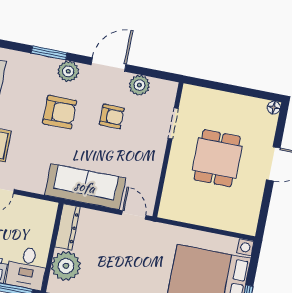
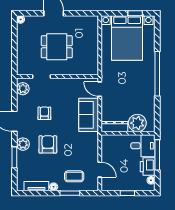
plant: (139, 85) -> (23, 89), moved
sofa: (85, 187) -> (89, 115), width x0.73
door: (134, 215) -> (100, 89), hinge flipped

